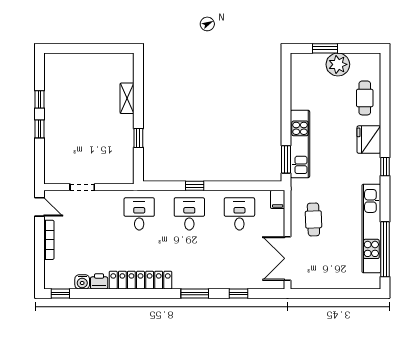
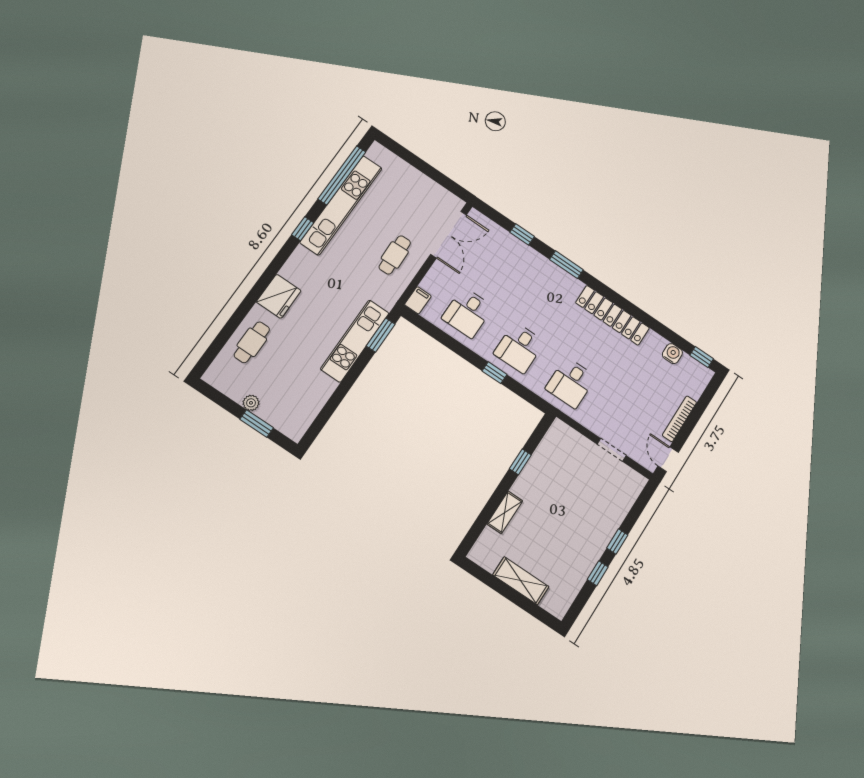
shelving: (88, 61) -> (521, 581), added
plant: (338, 64) -> (251, 403), width x0.53, depth x0.53
window: (385, 167) -> (303, 229), moved
printer: (99, 281) -> (655, 342), removed

